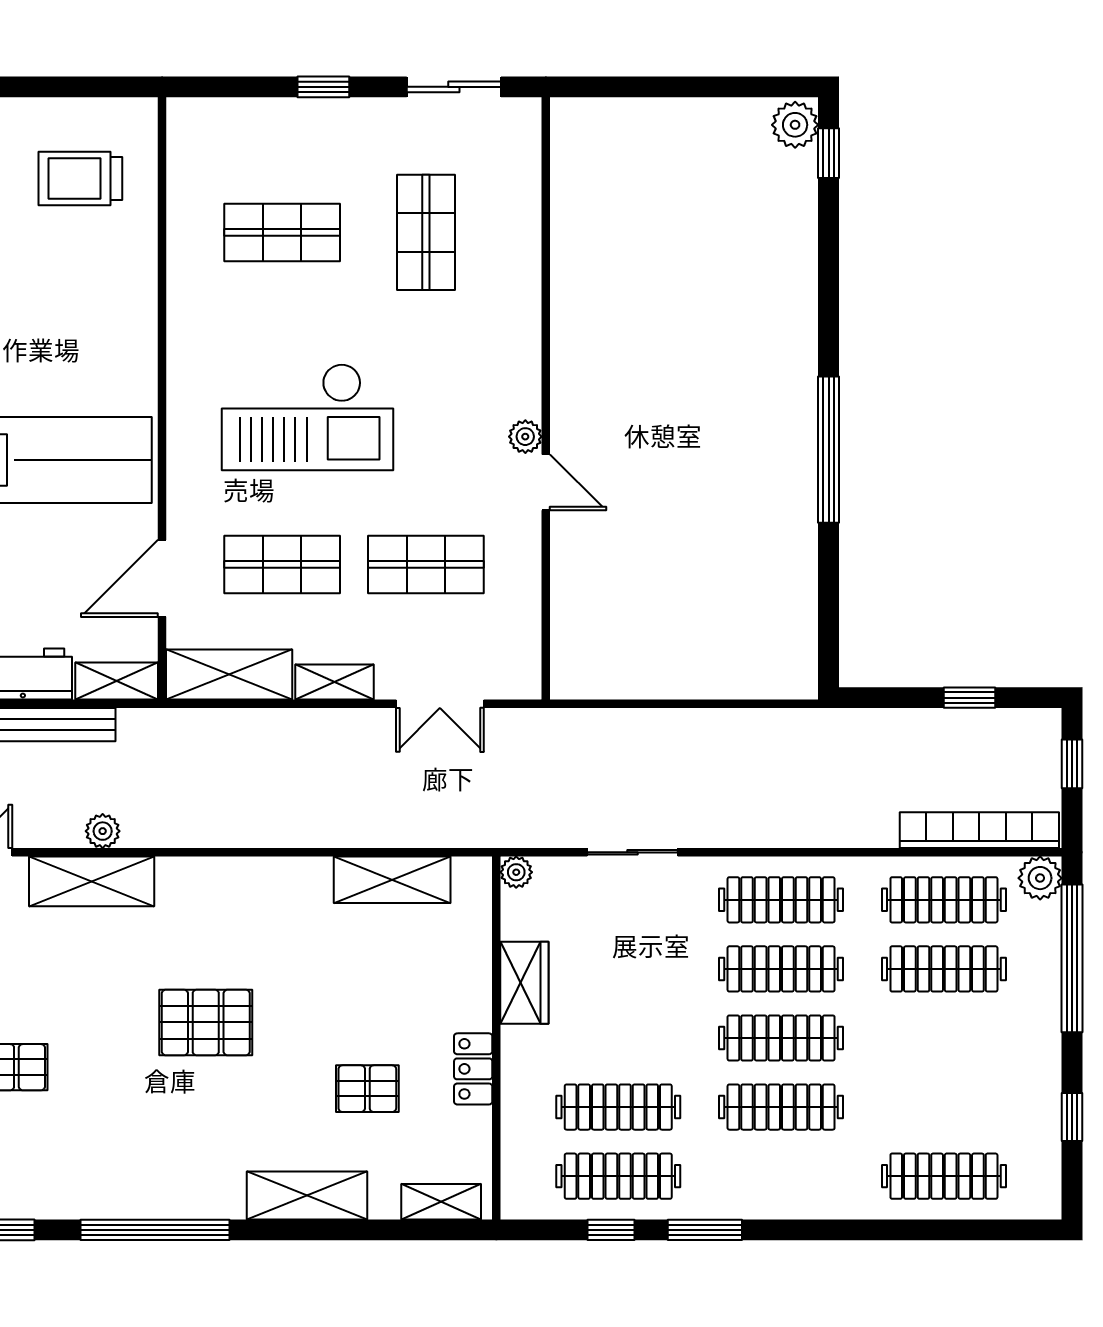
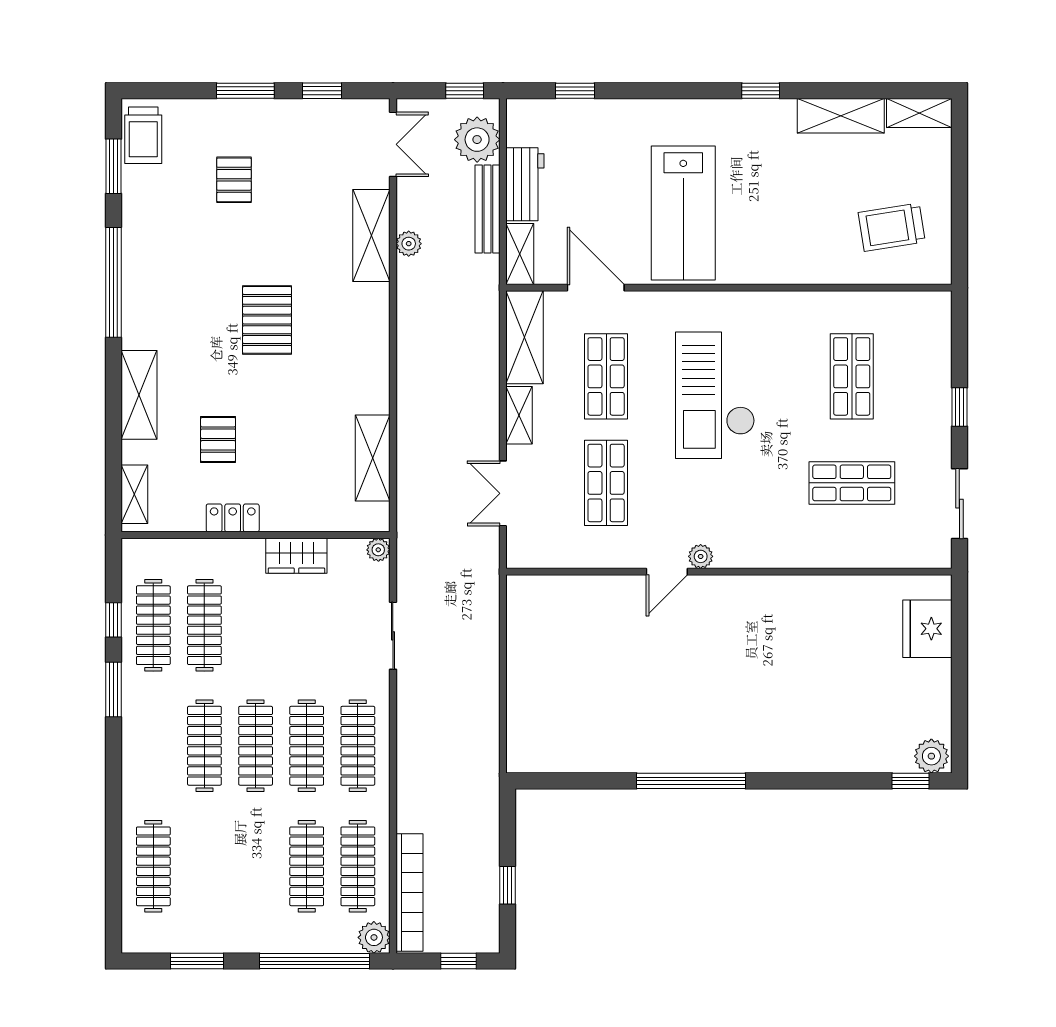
fridge: (623, 130) -> (927, 629), added
trolley: (80, 179) -> (892, 227), turned -99
window: (1072, 1117) -> (197, 961), width x1.50

